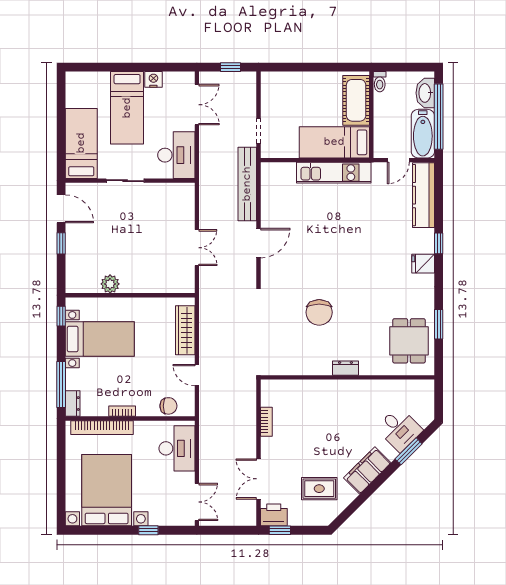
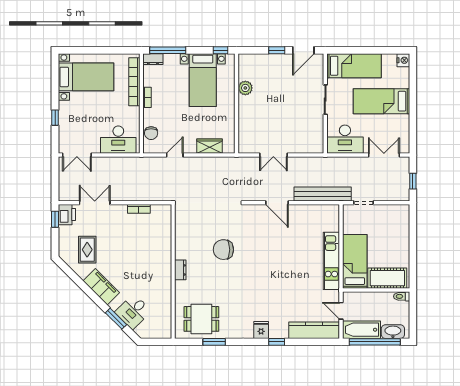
nightstand: (153, 79) -> (403, 60), moved
double door: (197, 105) -> (384, 155), swing flipped
wardrobe: (185, 330) -> (209, 146), width x0.67
bed with nightstands: (107, 490) -> (86, 77), width x0.73

